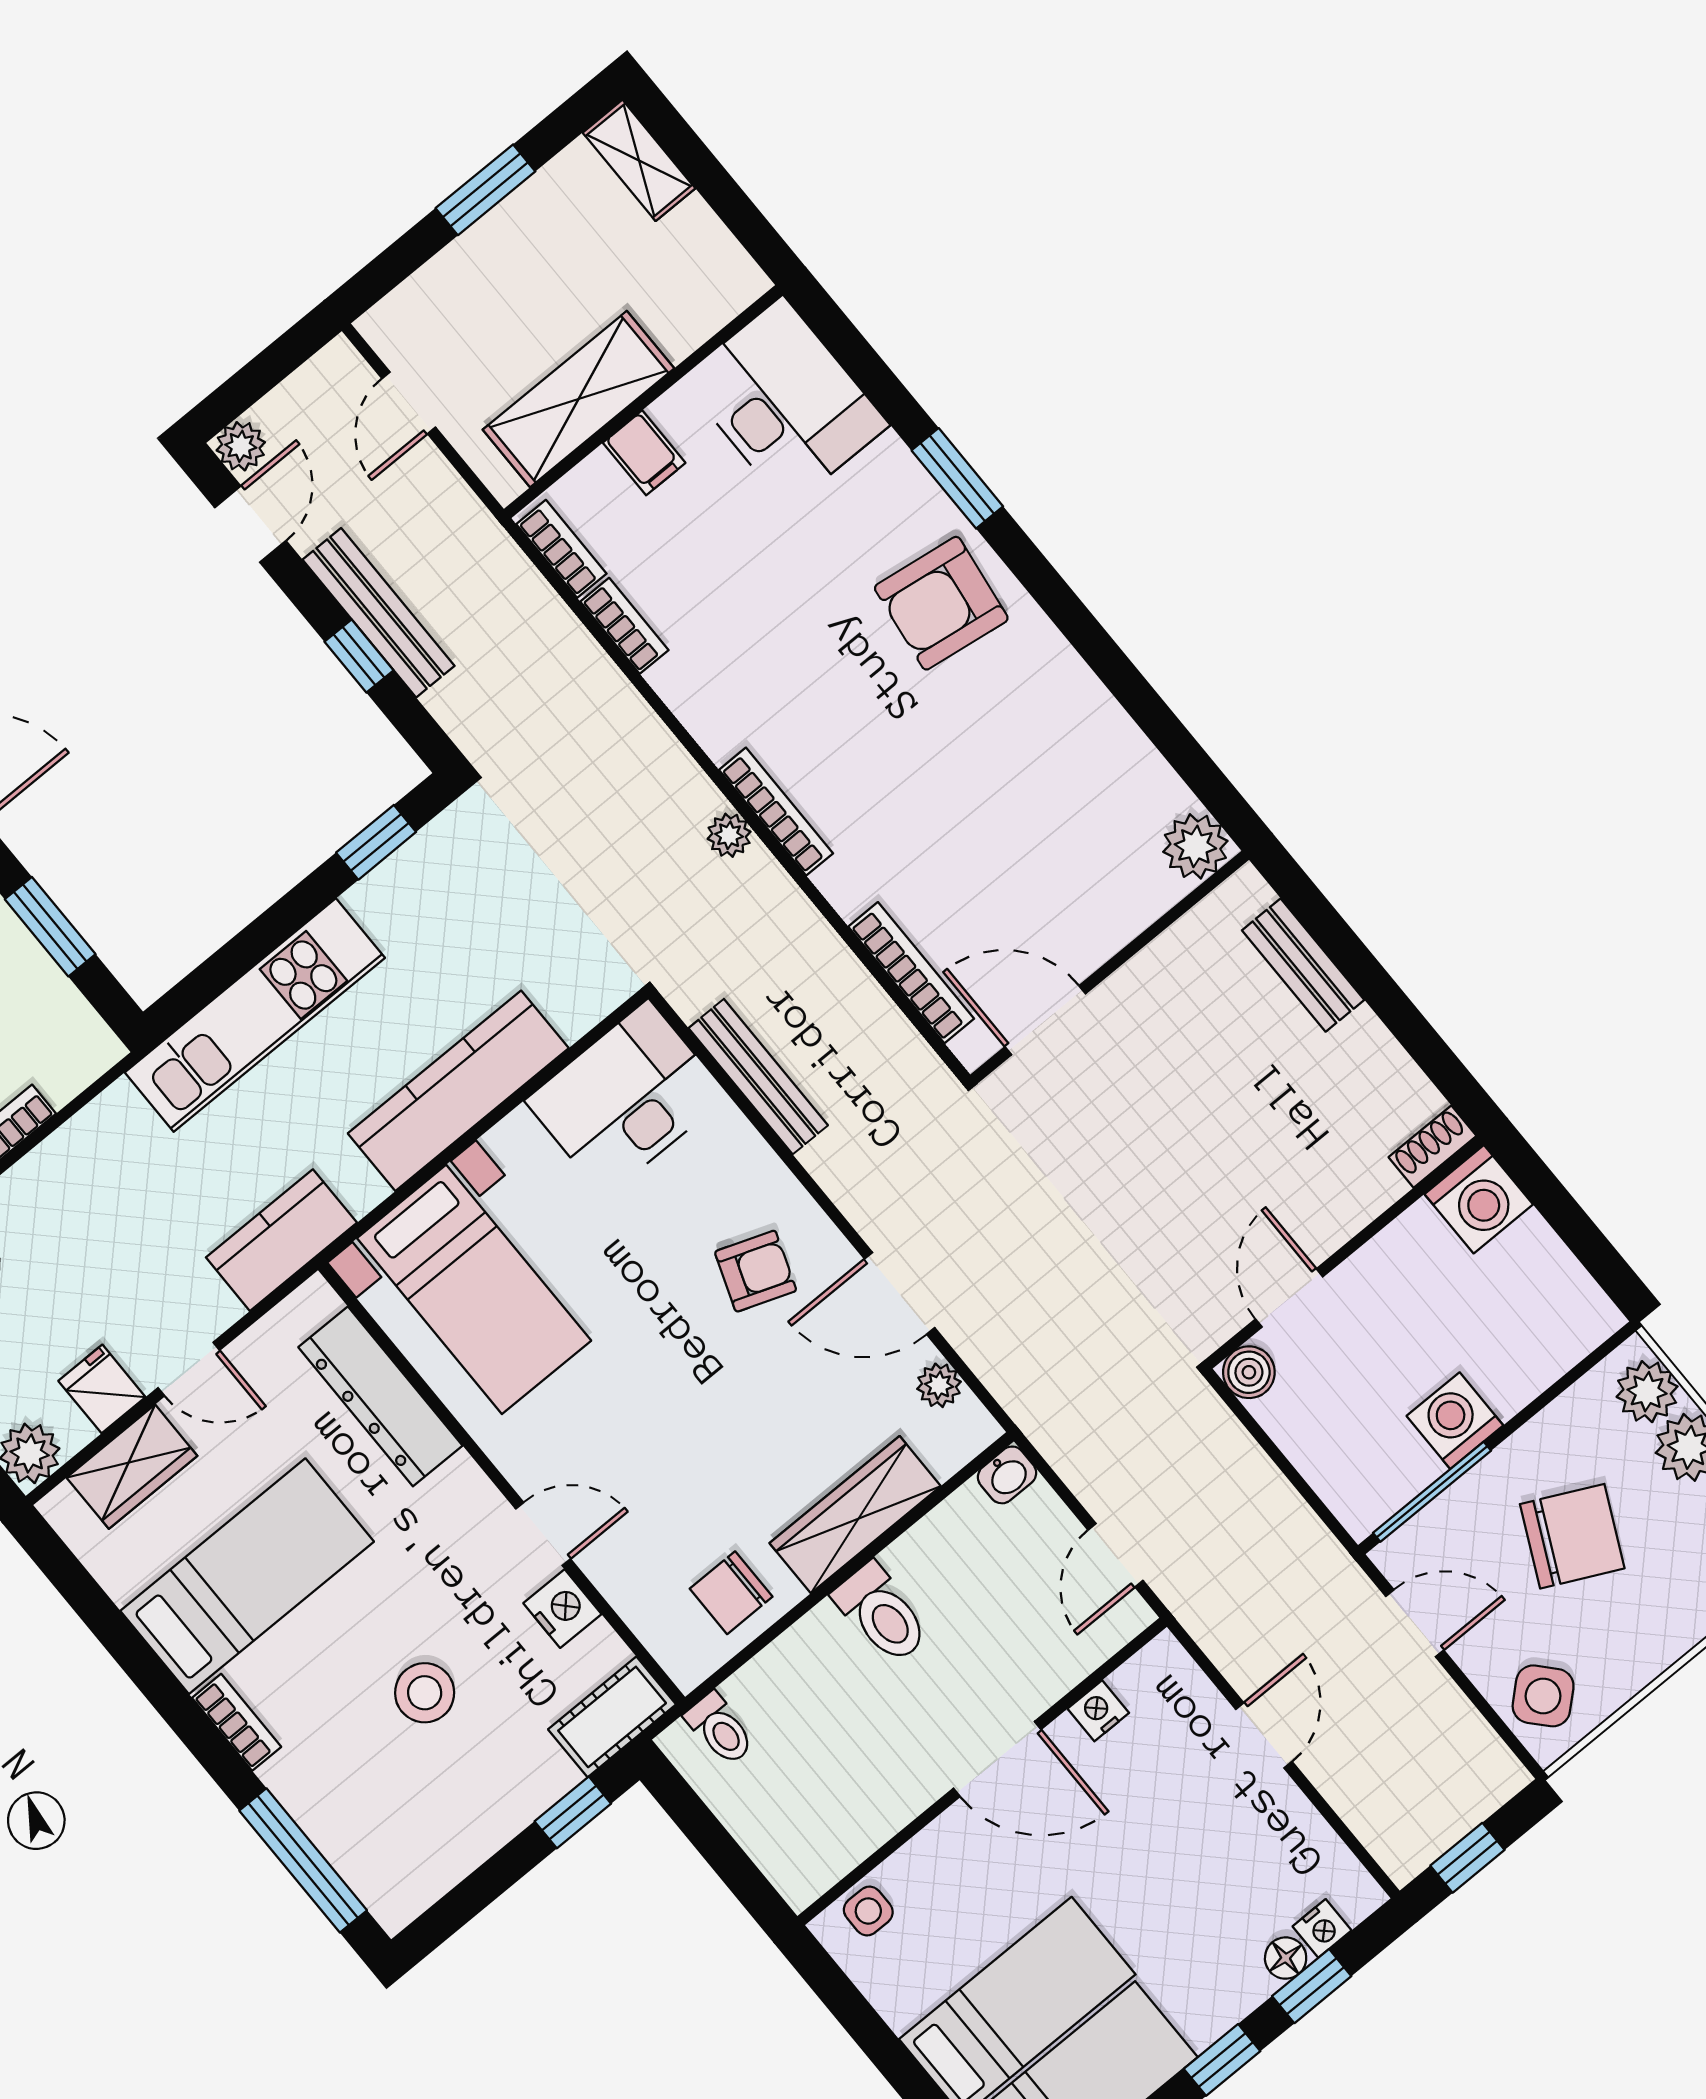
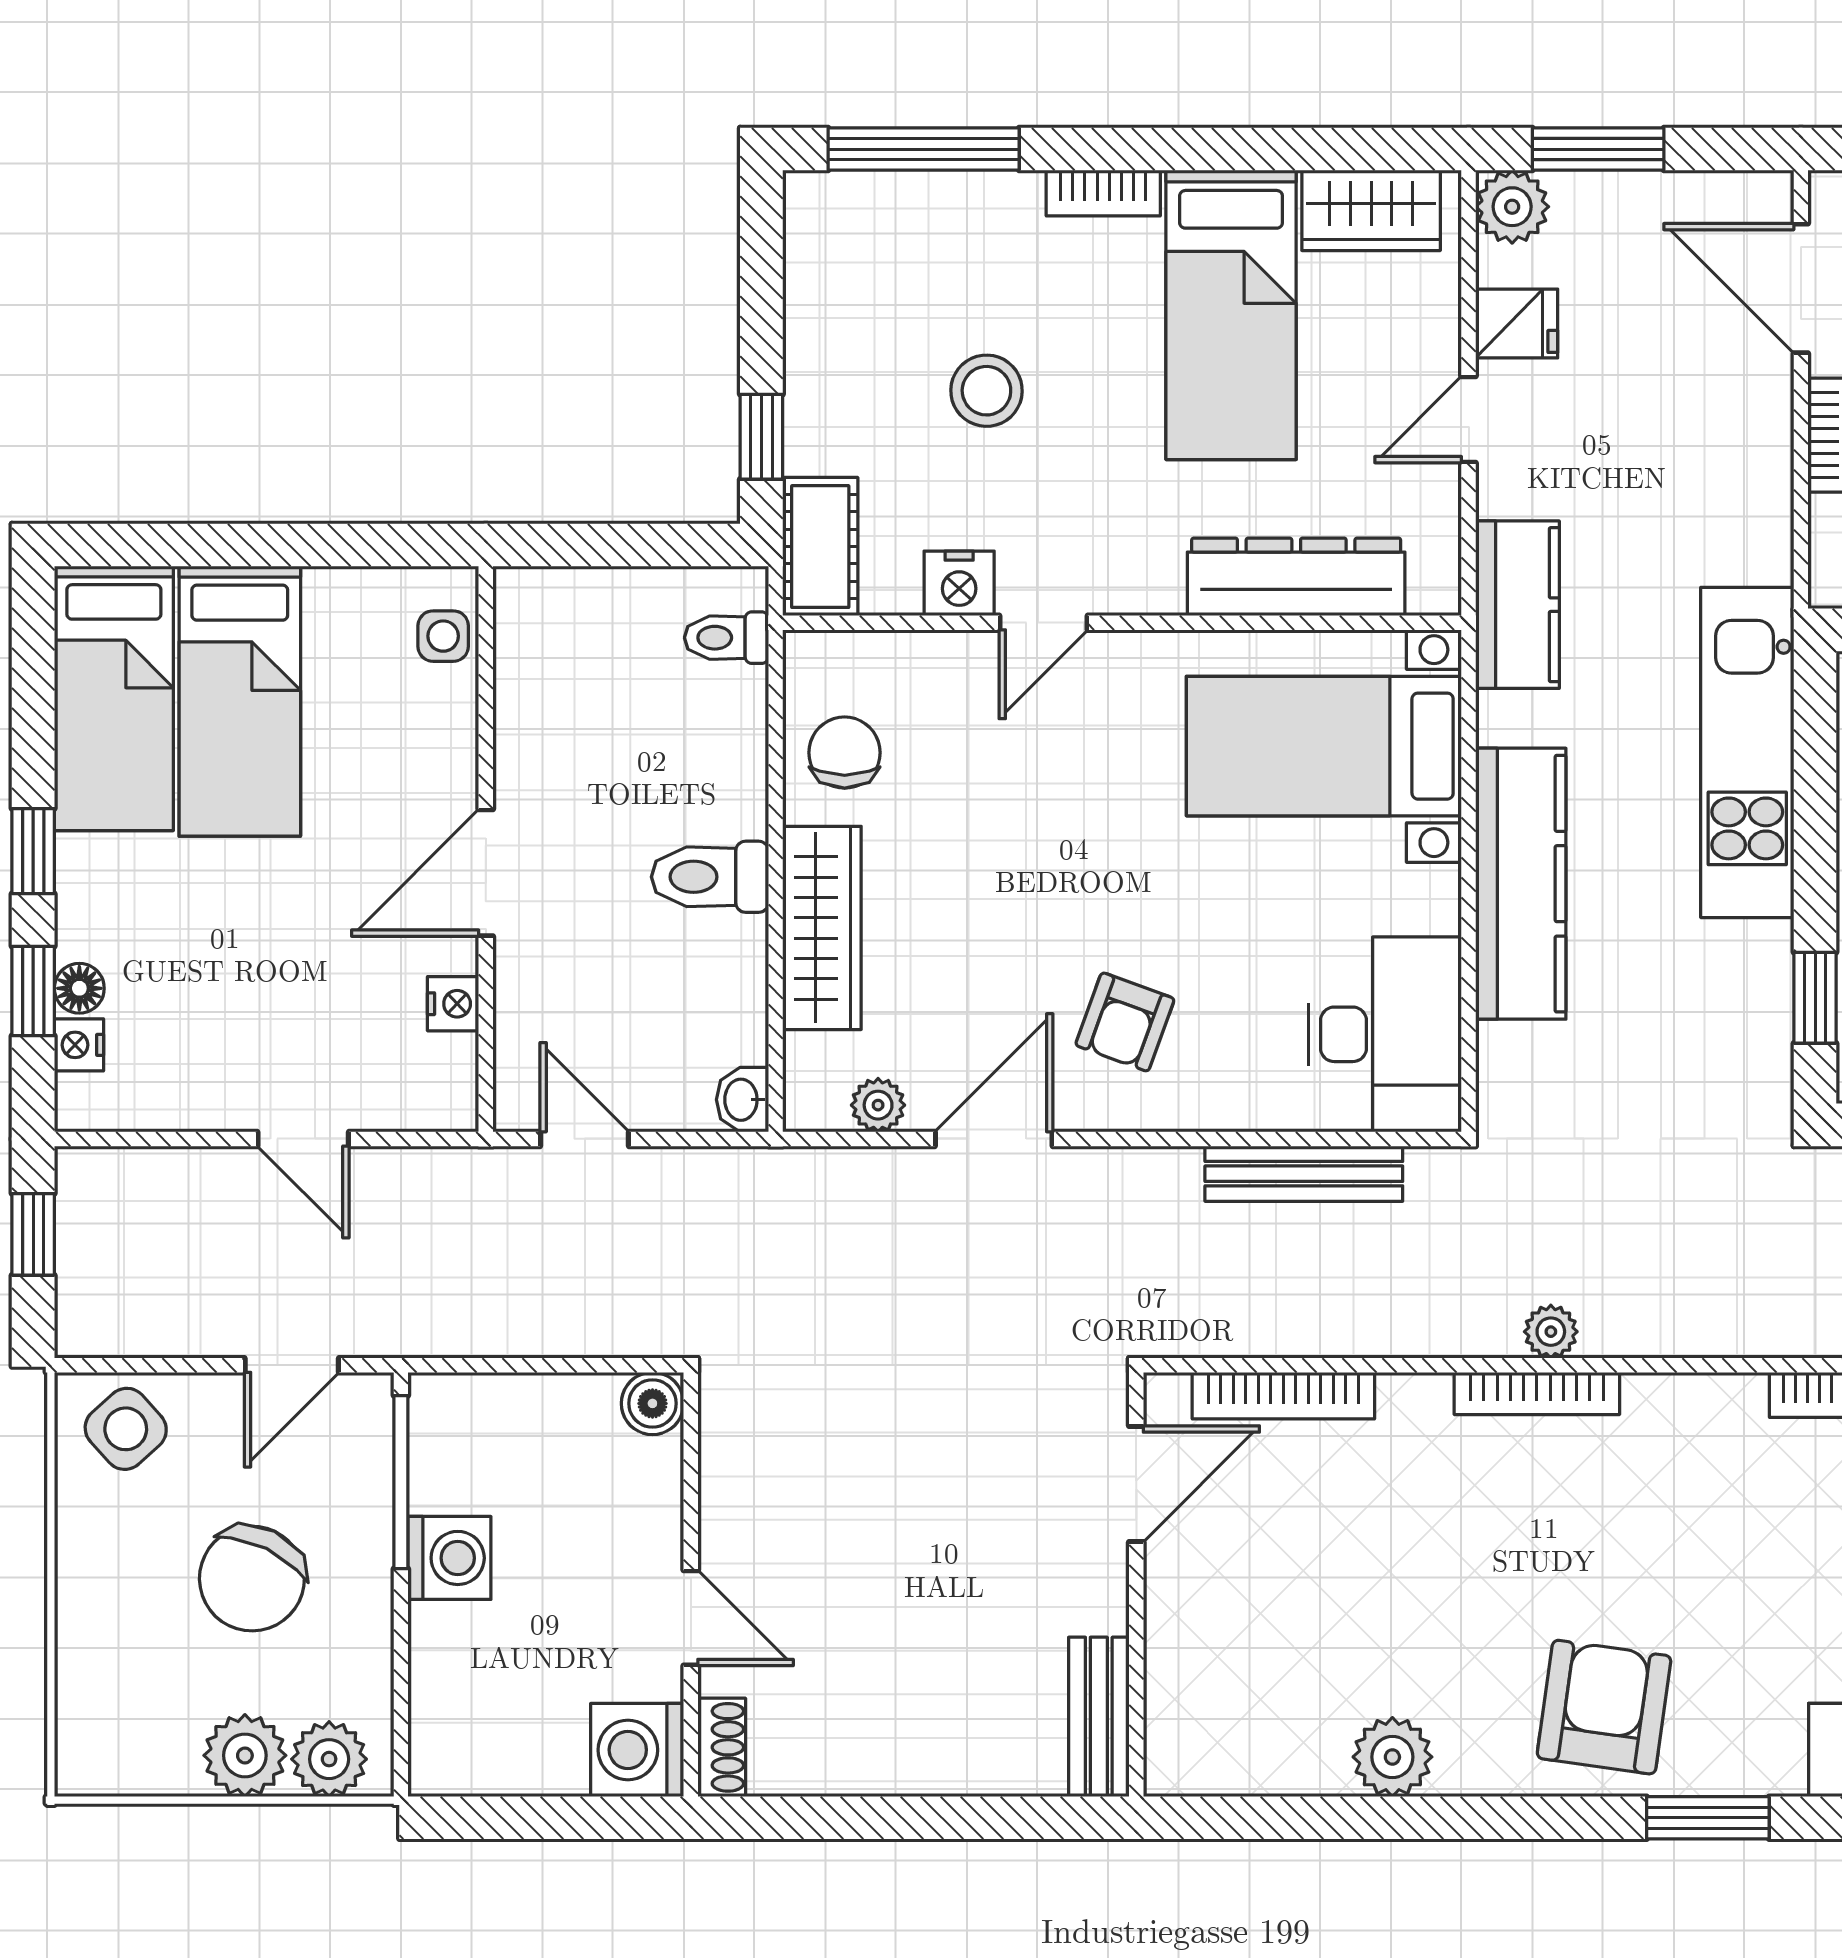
plant: (1195, 846) -> (1392, 1757), moved
bench: (1303, 965) -> (1099, 1717), moved, turned 90
door: (1289, 1298) -> (691, 1618), moved
wardrobe: (132, 1467) -> (1371, 210), moved, turned -90

